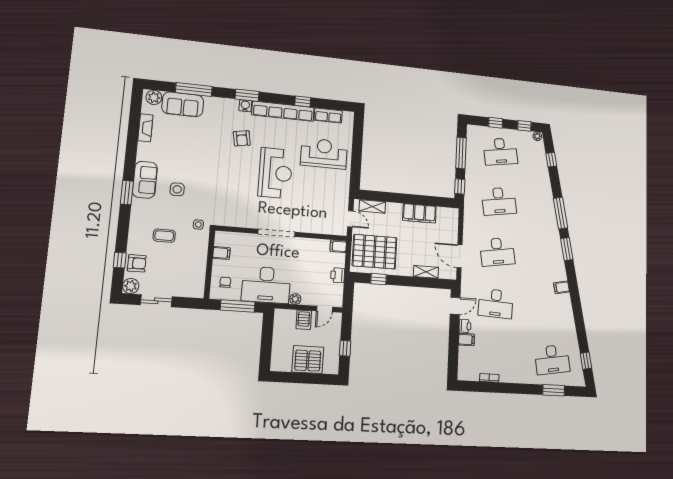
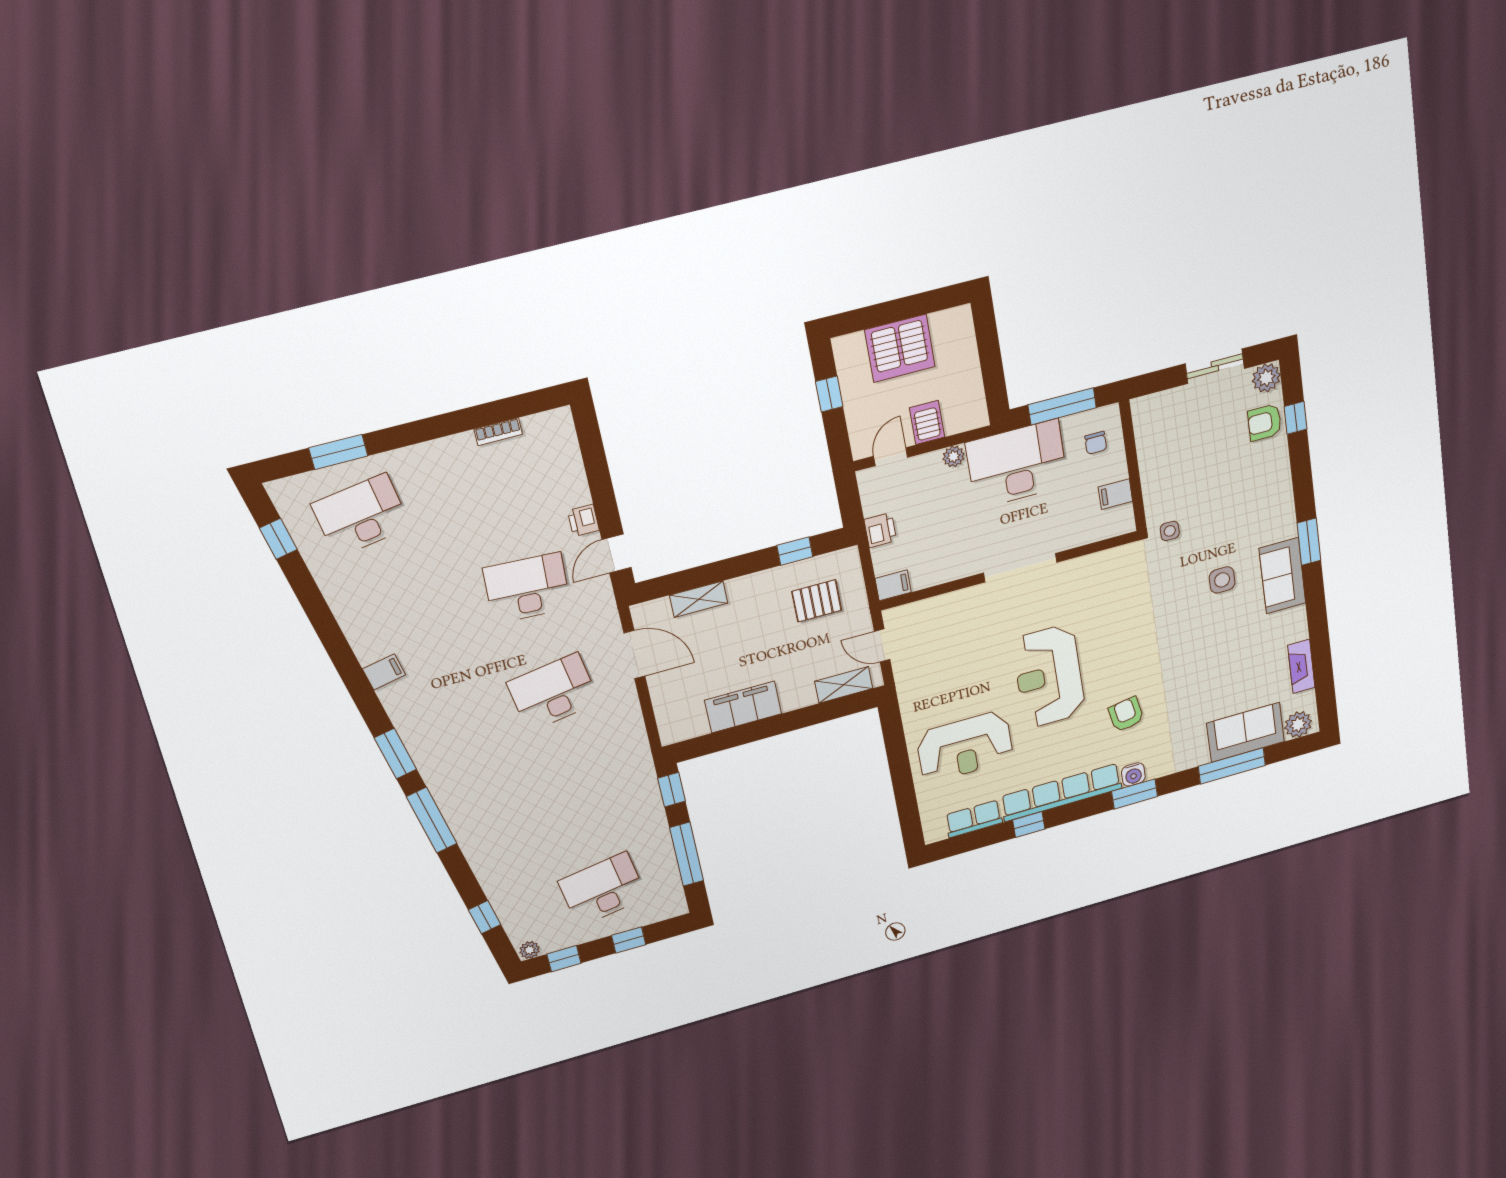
desk: (499, 201) -> (578, 793), removed
coffee table: (164, 236) -> (1227, 489), removed
pallet: (375, 252) -> (817, 601), width x0.49, depth x0.50
filing cabinet: (466, 340) -> (572, 494), removed

